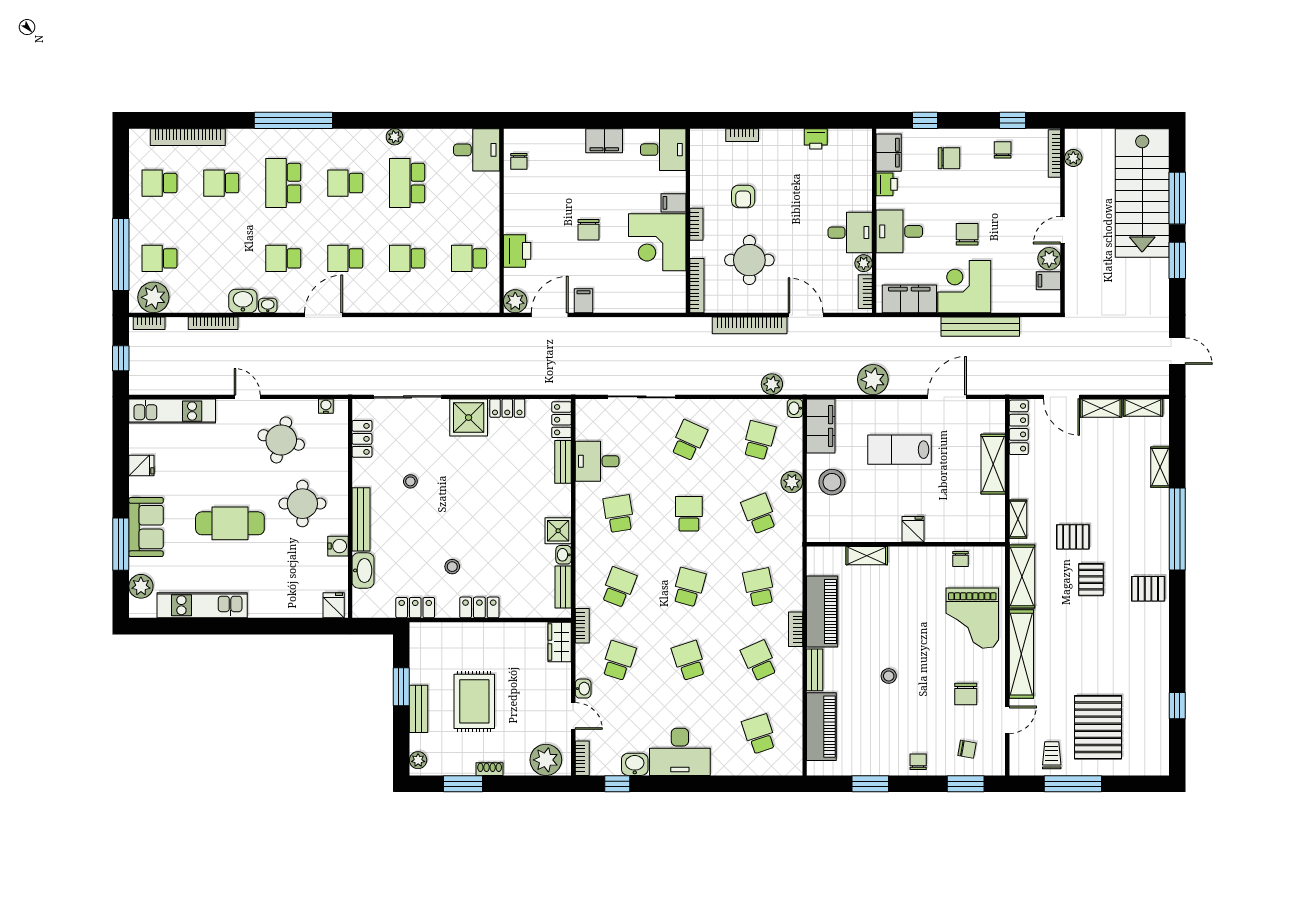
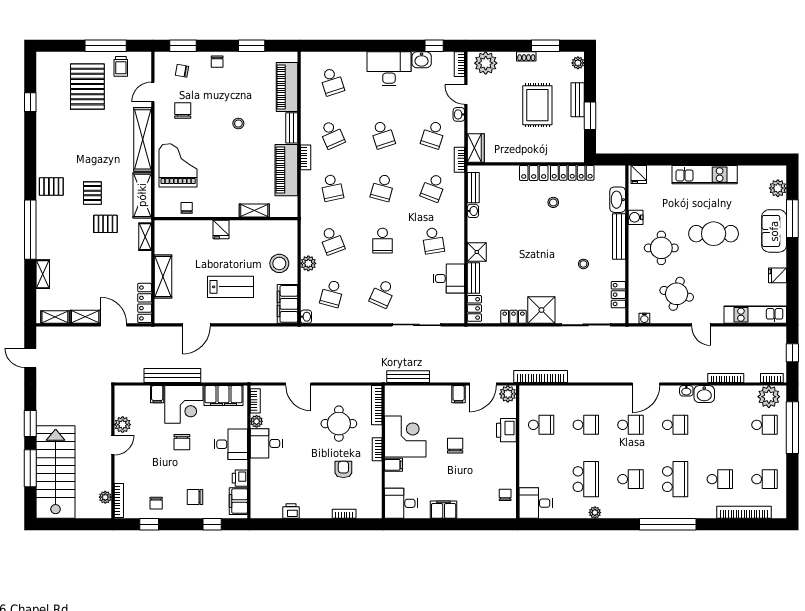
filing cabinet: (1048, 281) -> (157, 394), moved, turned 90
bench: (654, 325) -> (408, 377), added
bookcase: (750, 325) -> (541, 376), moved
plant: (873, 380) -> (250, 337), removed
plant: (772, 384) -> (323, 334), removed
shower: (558, 531) -> (477, 252), moved
kitchen unit: (202, 605) -> (705, 175), moved
locker: (415, 608) -> (572, 173), width x1.53

